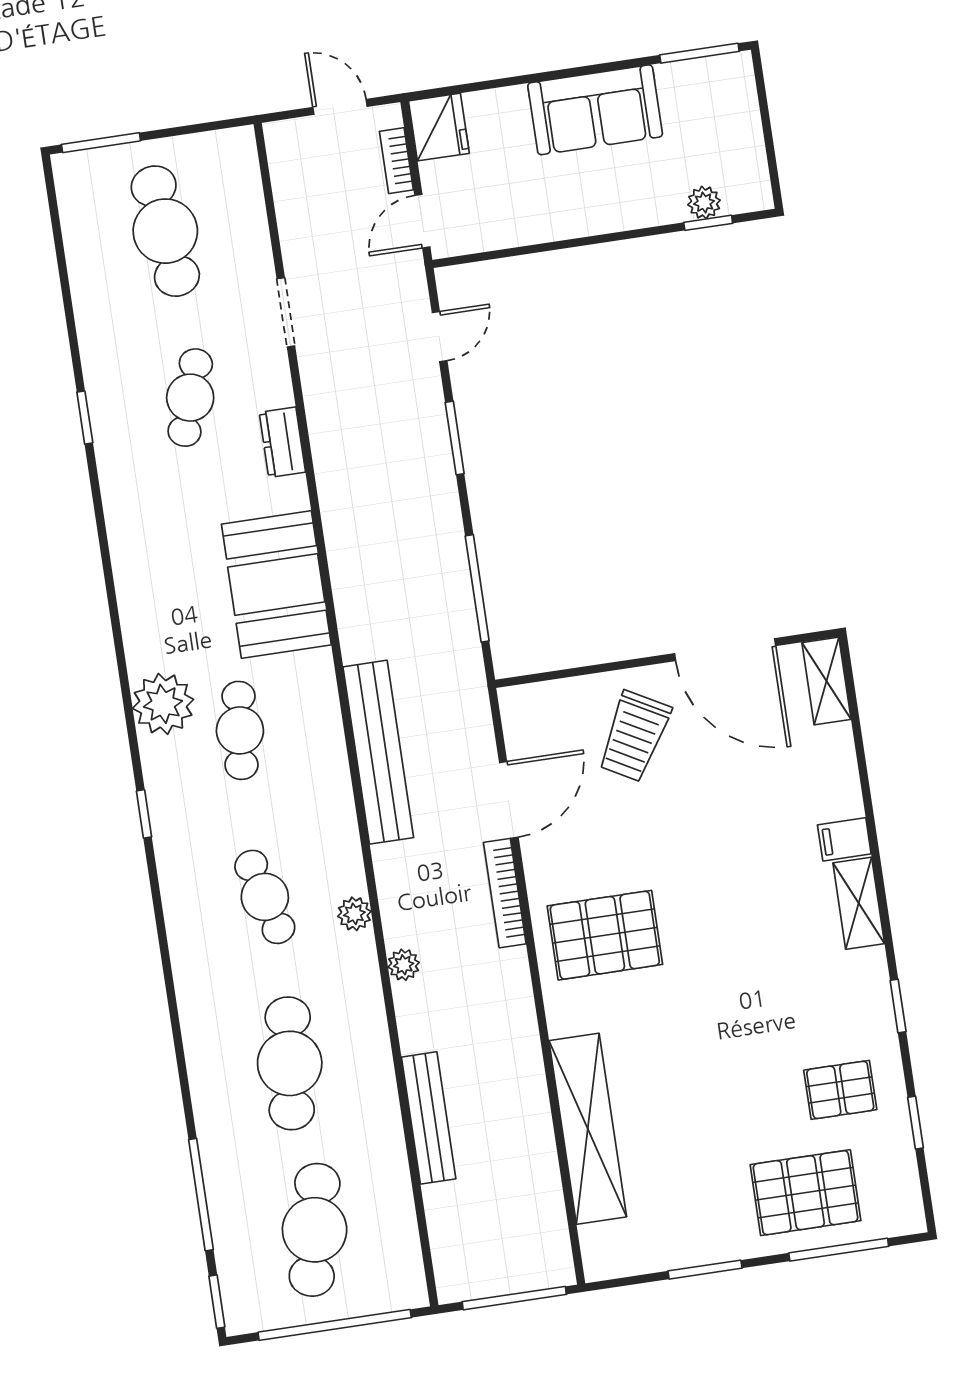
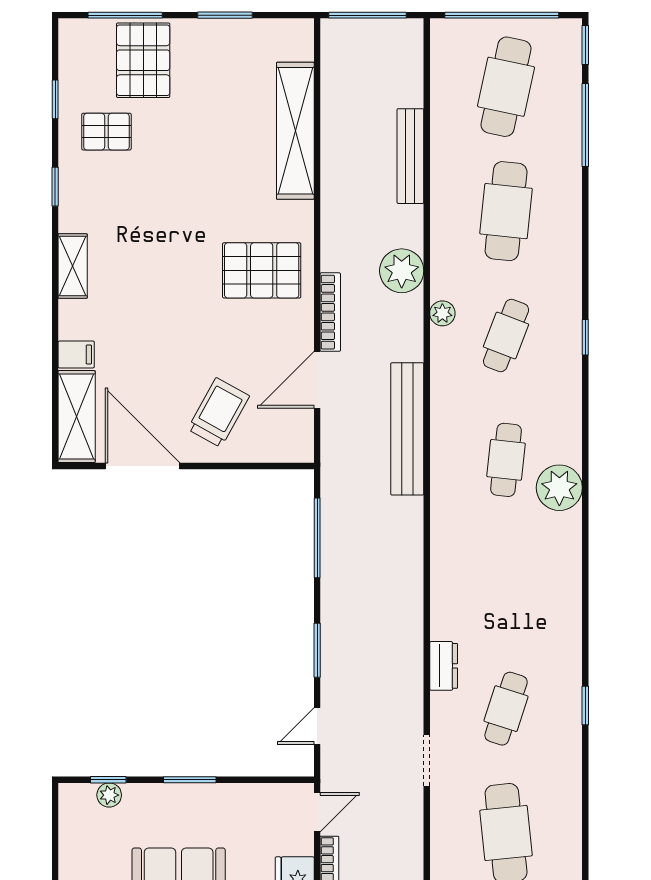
window: (599, 239) -> (190, 780), added
booth: (276, 585) -> (463, 563), removed
shelving: (826, 681) -> (77, 417), width x1.50, depth x1.33
window: (144, 814) -> (585, 337), moved
filing cabinet: (844, 839) -> (76, 354), moved
cafe table: (265, 897) -> (506, 335), turned 36
plant: (404, 965) -> (402, 271), width x1.88, depth x1.88
pallet: (806, 1193) -> (143, 60), turned 90

